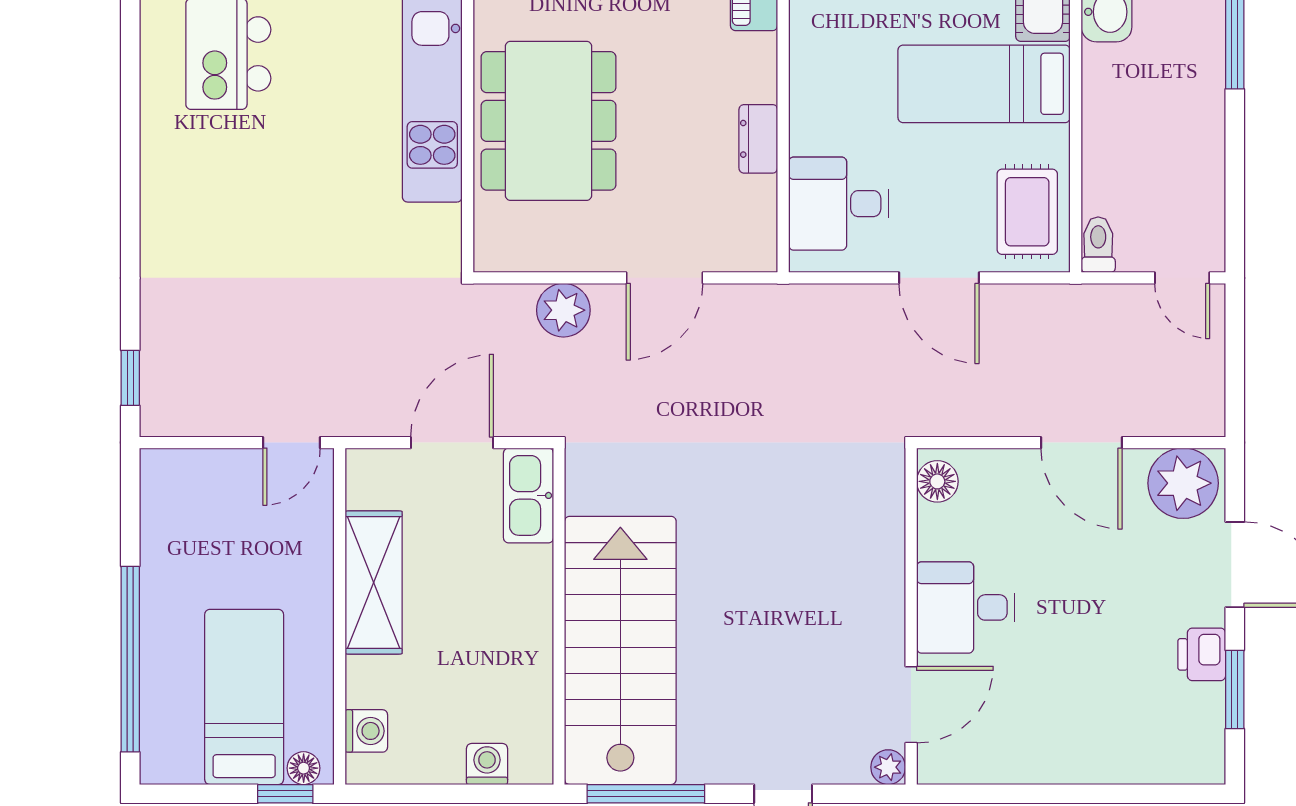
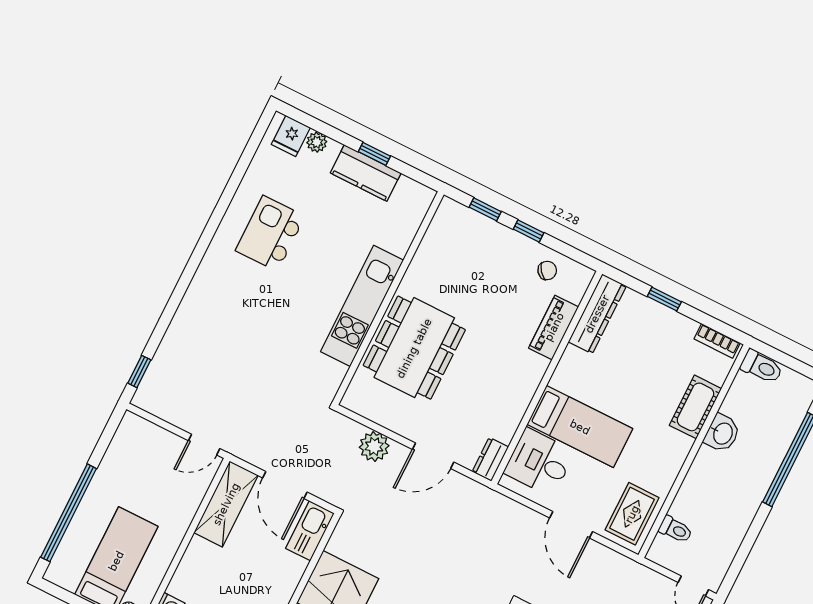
bed: (984, 84) -> (580, 427), moved, turned 180
dresser: (758, 139) -> (490, 459), moved
toilet: (1098, 245) -> (676, 530), moved, turned 90
door: (452, 443) -> (285, 485), swing flipped
shelving: (374, 583) -> (226, 504), moved

